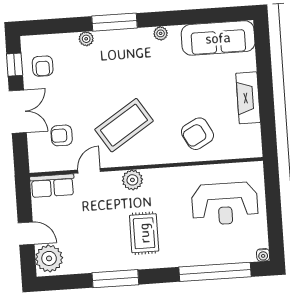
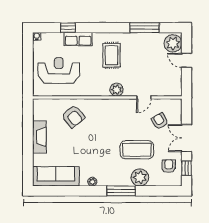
plant: (86, 39) -> (140, 177), width x1.88, depth x1.88
coffee table: (124, 125) -> (137, 150), moved, turned 33
armchair: (197, 134) -> (73, 116), turned 79
armchair: (62, 135) -> (160, 121), turned -120
row of seats: (52, 186) -> (78, 39), moved, turned 180
window: (215, 272) -> (68, 28), width x0.32
window: (115, 279) -> (145, 28), moved

